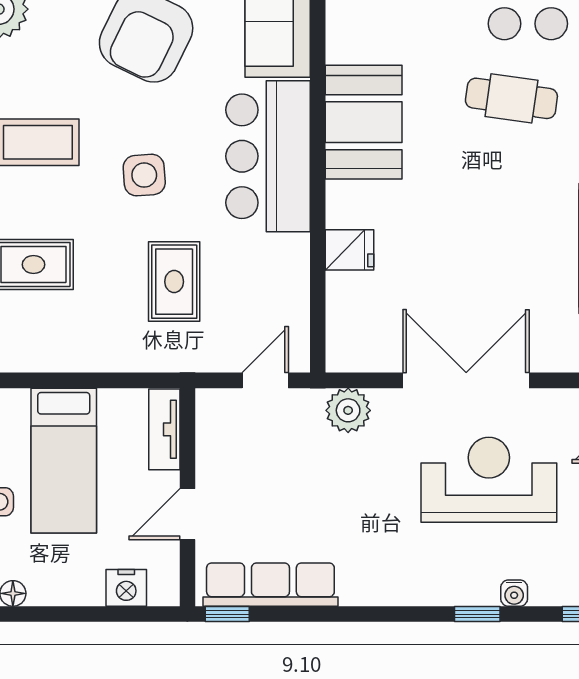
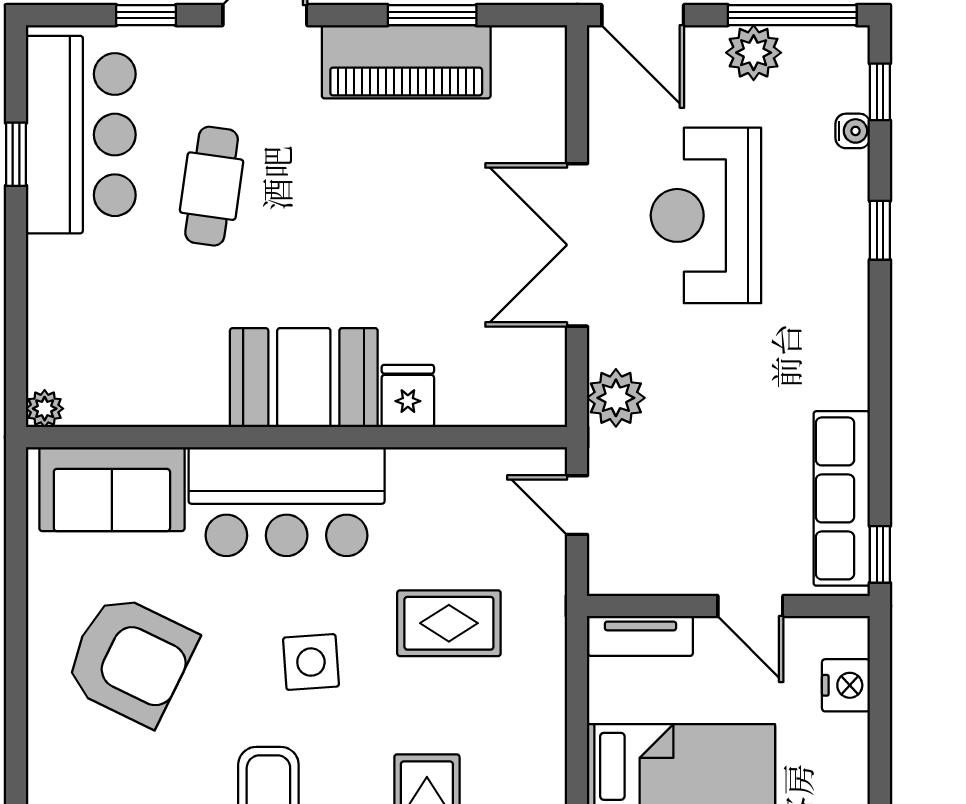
booth: (364, 122) -> (304, 378), moved
water cooler: (514, 593) -> (853, 131), moved

